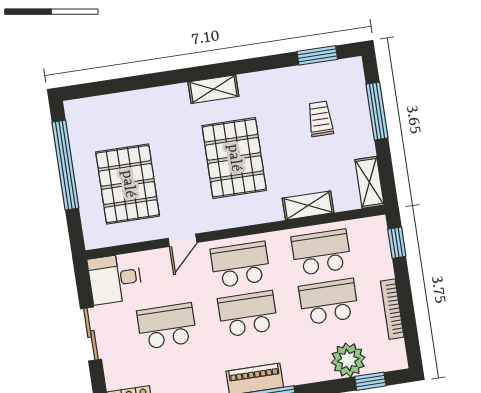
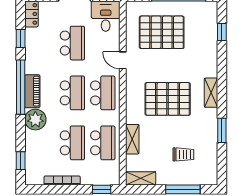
window: (317, 55) -> (222, 130), moved
window: (112, 86) -> (222, 32), added
plant: (348, 360) -> (35, 120), moved

